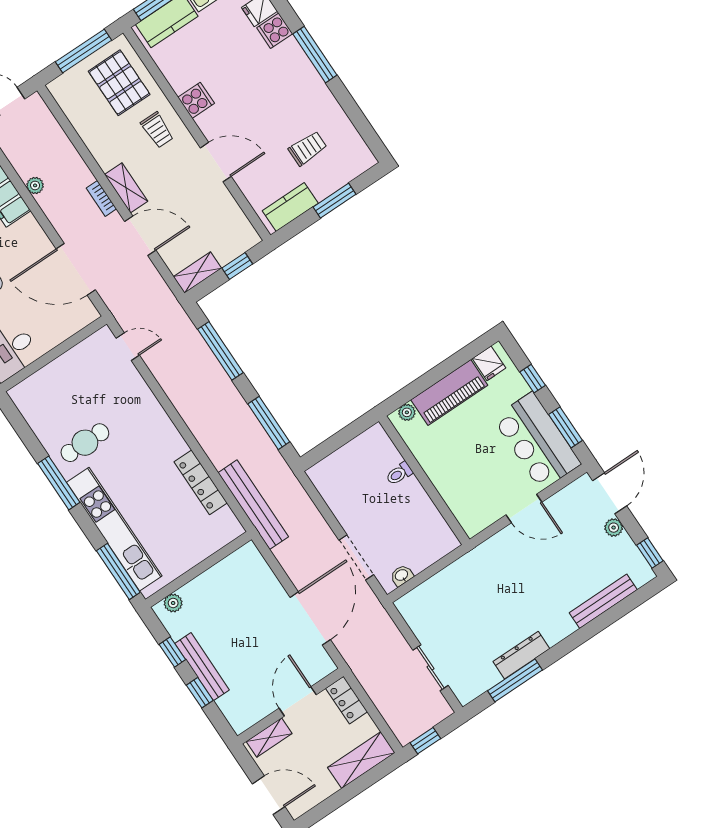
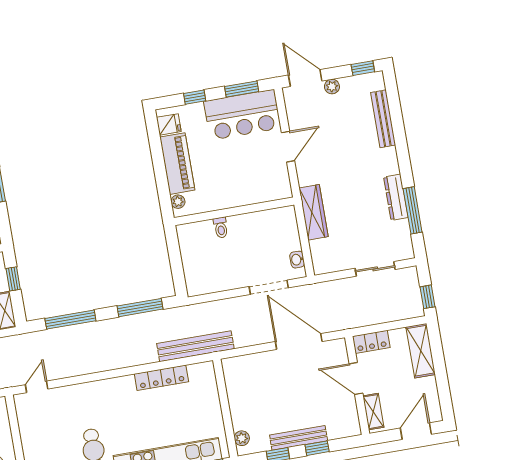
wardrobe: (463, 570) -> (314, 212), added

